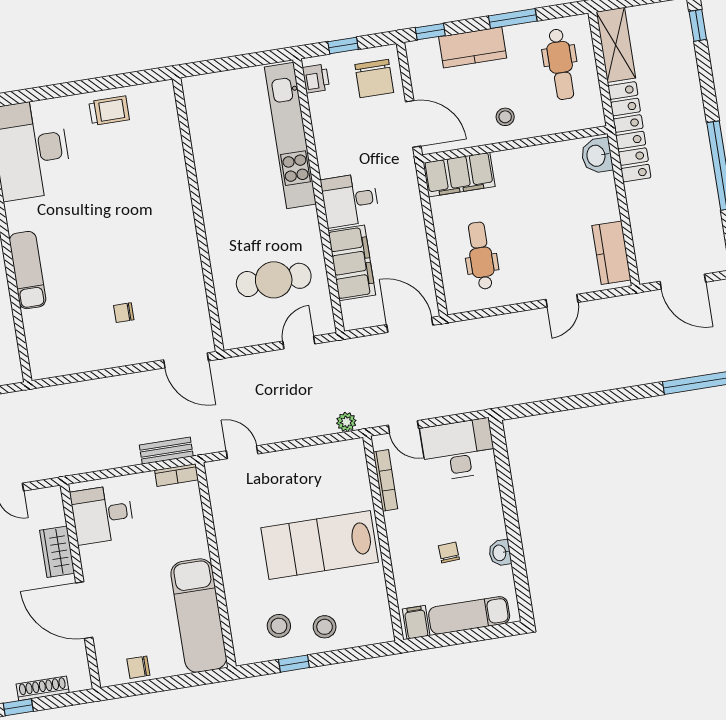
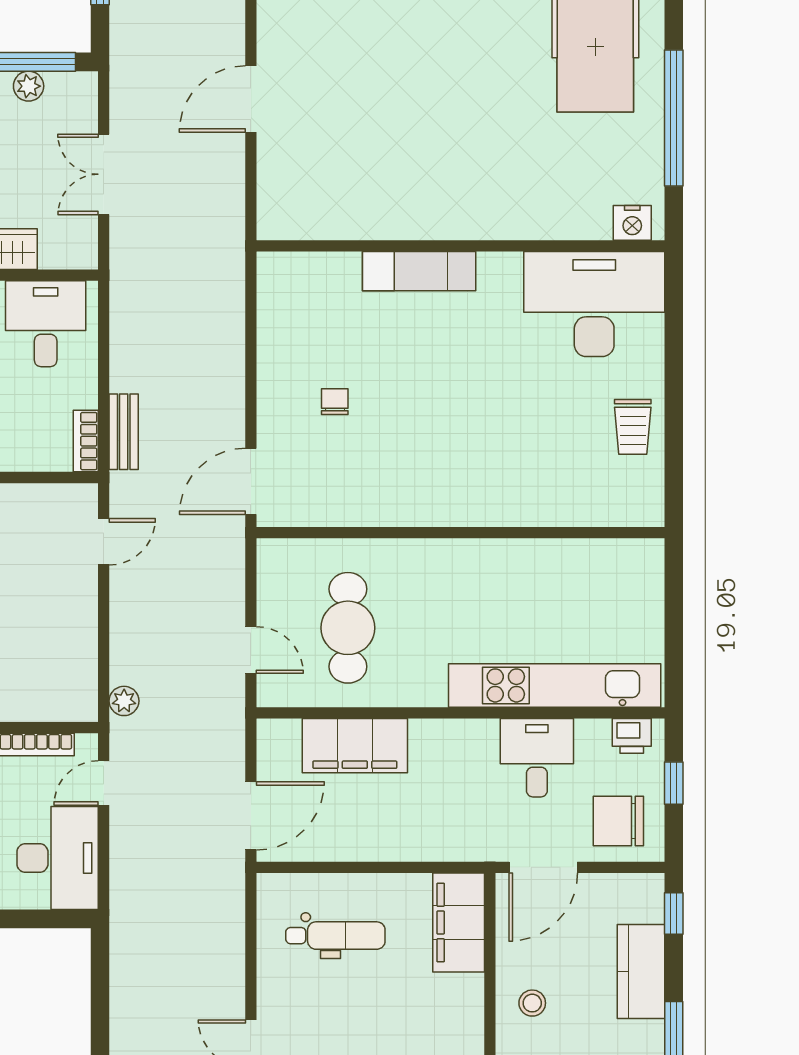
desk: (350, 200) -> (537, 758), moved

